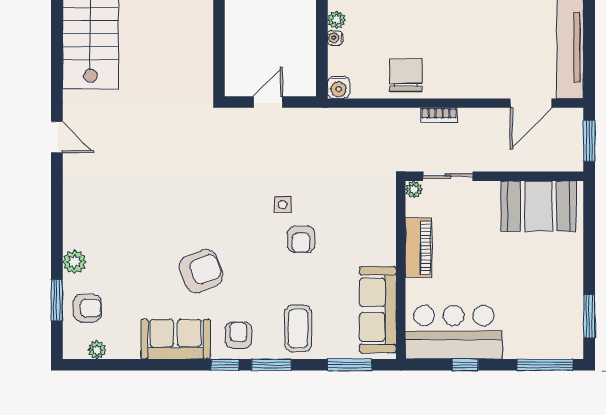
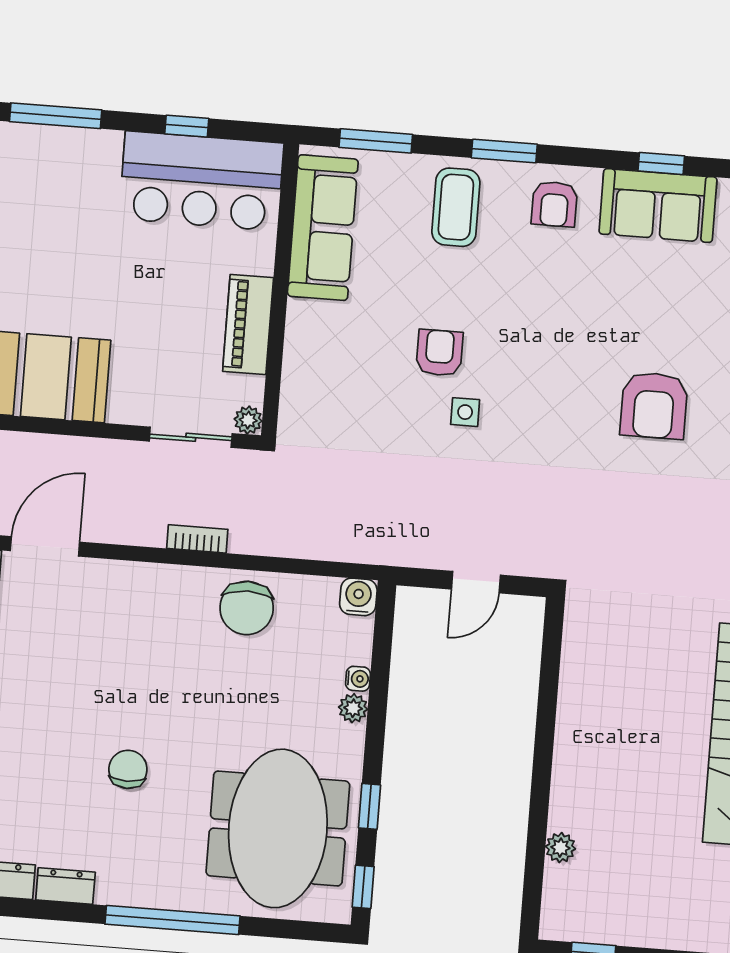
armchair: (201, 271) -> (654, 405), moved, turned -69
window: (225, 365) -> (661, 163), moved

